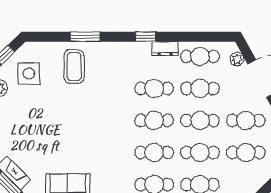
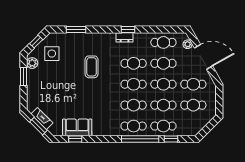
window: (85, 37) -> (76, 30), moved
dresser: (165, 49) -> (125, 37), moved
coffee table: (74, 67) -> (92, 67), moved

